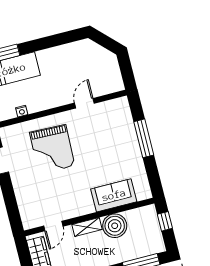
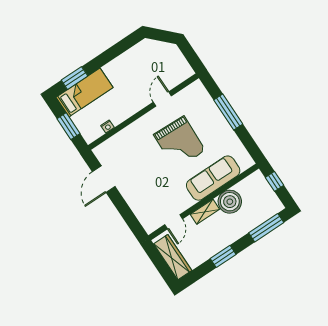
grand piano: (52, 149) -> (179, 143), moved
sofa: (114, 195) -> (213, 178), width x1.36

